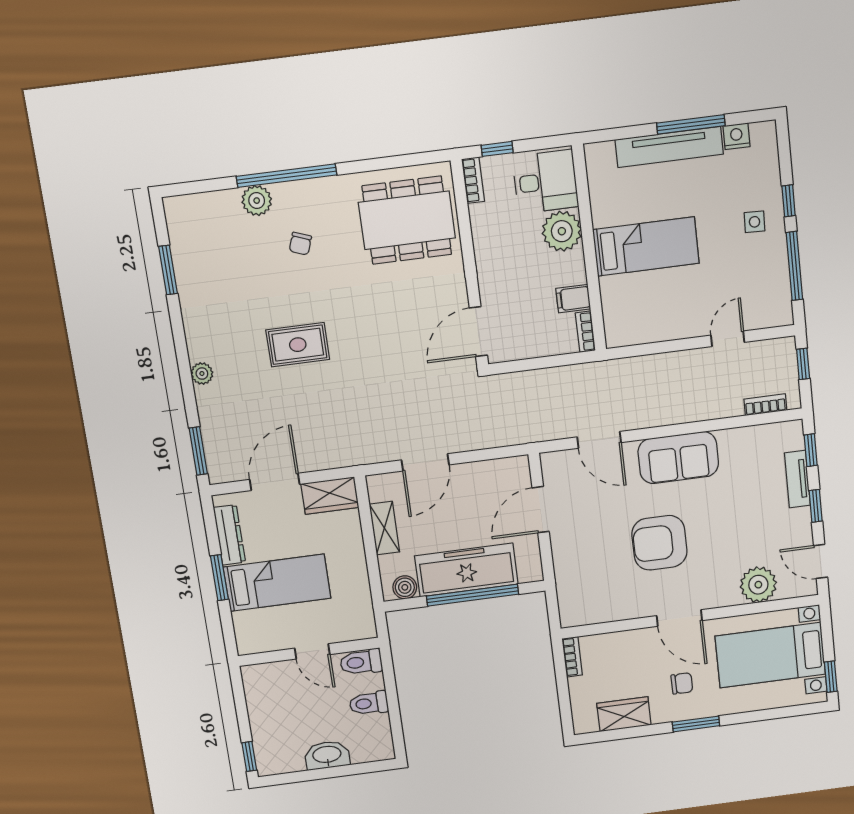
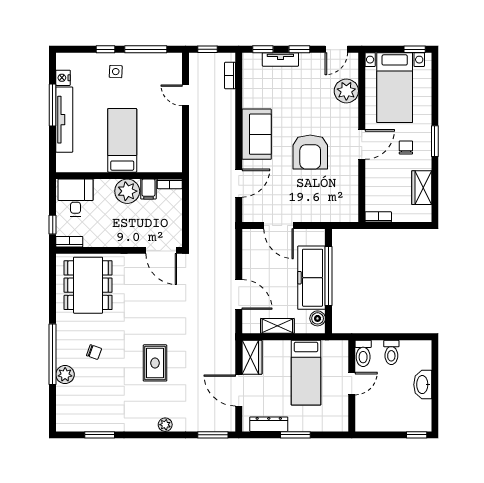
plant: (562, 231) -> (127, 191), moved
bed: (277, 583) -> (306, 373), moved, turned 180

